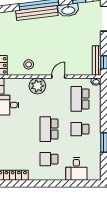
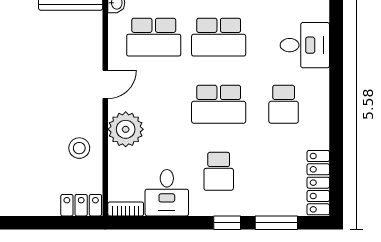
door: (58, 77) -> (105, 84), swing flipped
school desk: (18, 129) -> (219, 171), added
school desk: (80, 129) -> (219, 37), width x1.85

